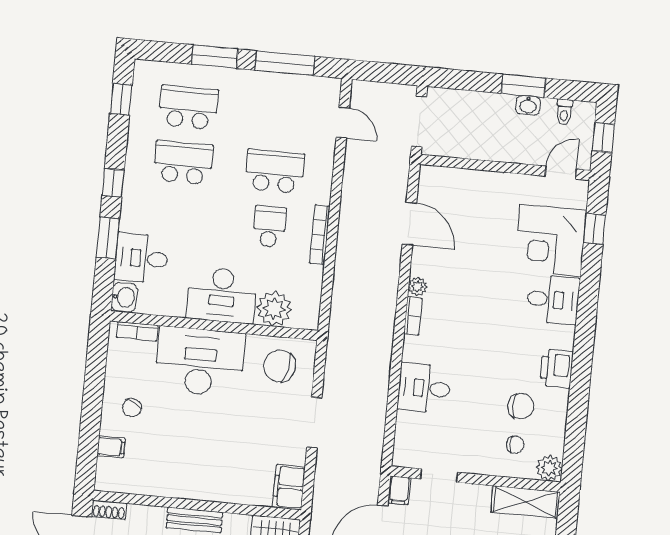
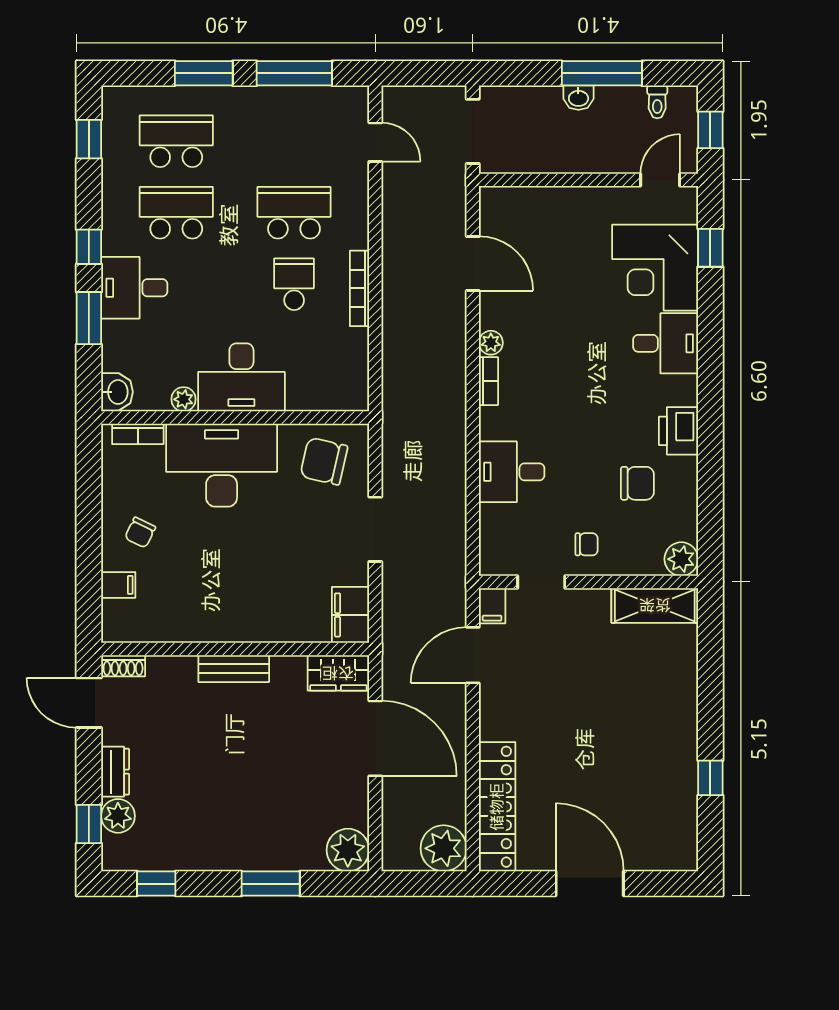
window: (523, 86) -> (602, 73), width x1.44
washbasin: (528, 105) -> (578, 98), moved
desk: (141, 258) -> (134, 288), moved
plant: (274, 309) -> (183, 399), moved, width x0.53, depth x0.53
chair: (515, 445) -> (587, 544), moved

